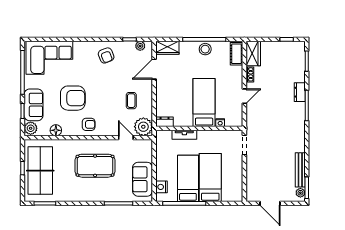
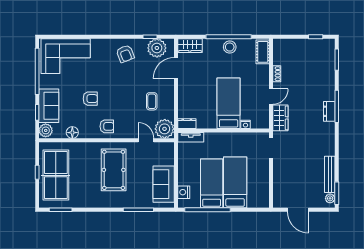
plant: (140, 46) -> (157, 48), width x1.87, depth x1.87
wardrobe: (253, 53) -> (280, 118), moved
dresser: (300, 92) -> (329, 111), moved
armchair: (73, 98) -> (90, 99), width x0.53, depth x0.53
tv unit: (184, 135) -> (191, 137), moved
pool table: (95, 166) -> (114, 170), turned 90

